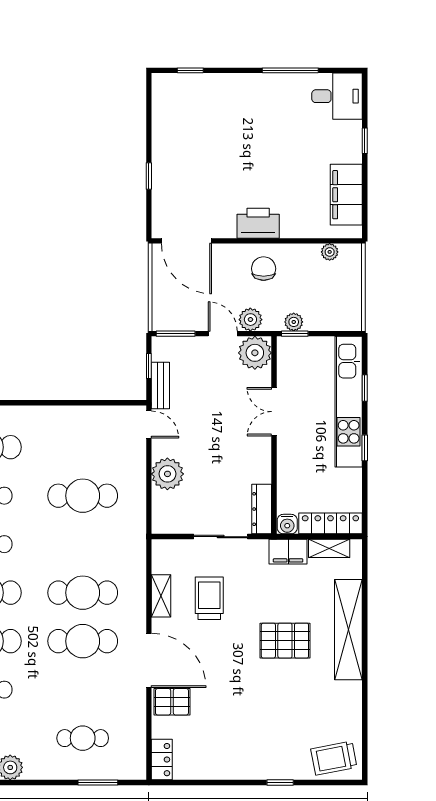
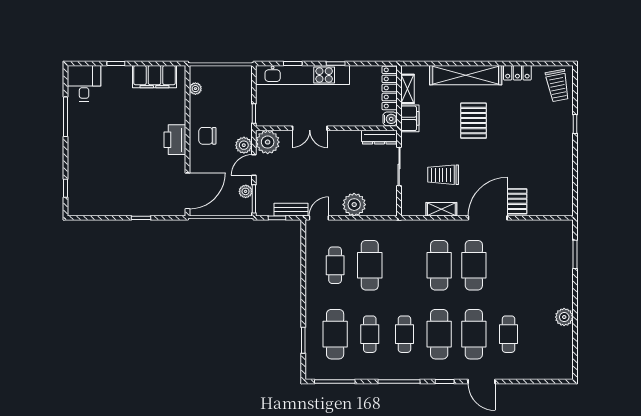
plant: (294, 322) -> (246, 191), moved
cafe table: (83, 738) -> (335, 265), moved
locker: (162, 760) -> (517, 73), moved, turned 180

